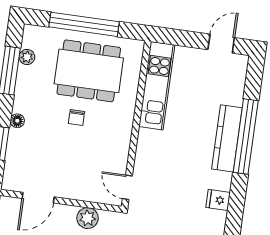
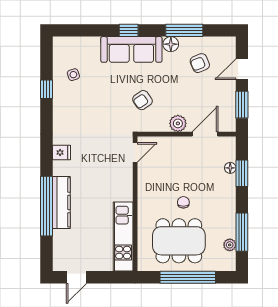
floor lamp: (17, 121) -> (230, 168), moved
door: (127, 187) -> (135, 152), hinge flipped
plant: (88, 218) -> (178, 123), moved

